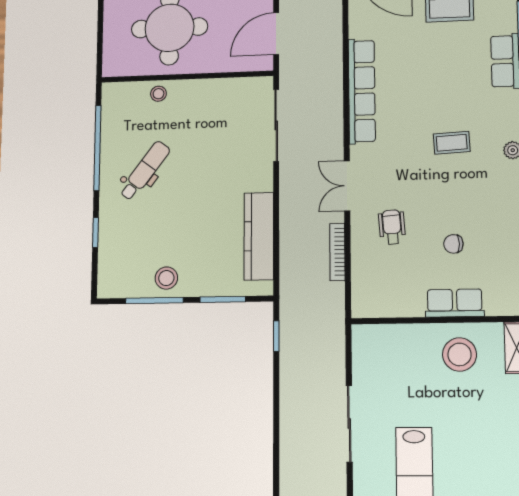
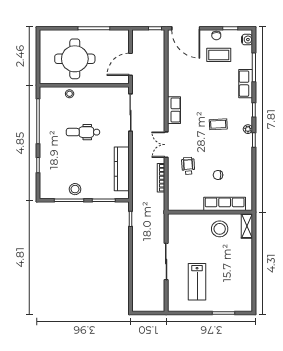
row of seats: (362, 91) -> (174, 110), width x0.50
dental chair: (145, 171) -> (83, 132), moved, turned -127
row of seats: (455, 303) -> (225, 204), width x1.48

